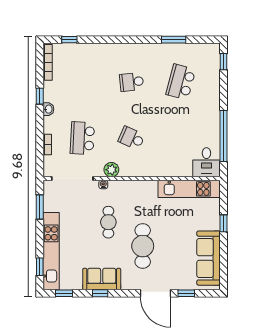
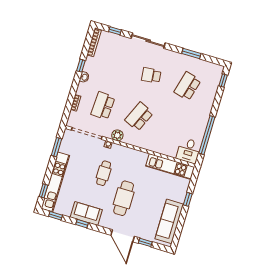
sliding door: (115, 40) -> (148, 41), added
school desk: (132, 138) -> (139, 117), width x1.85

